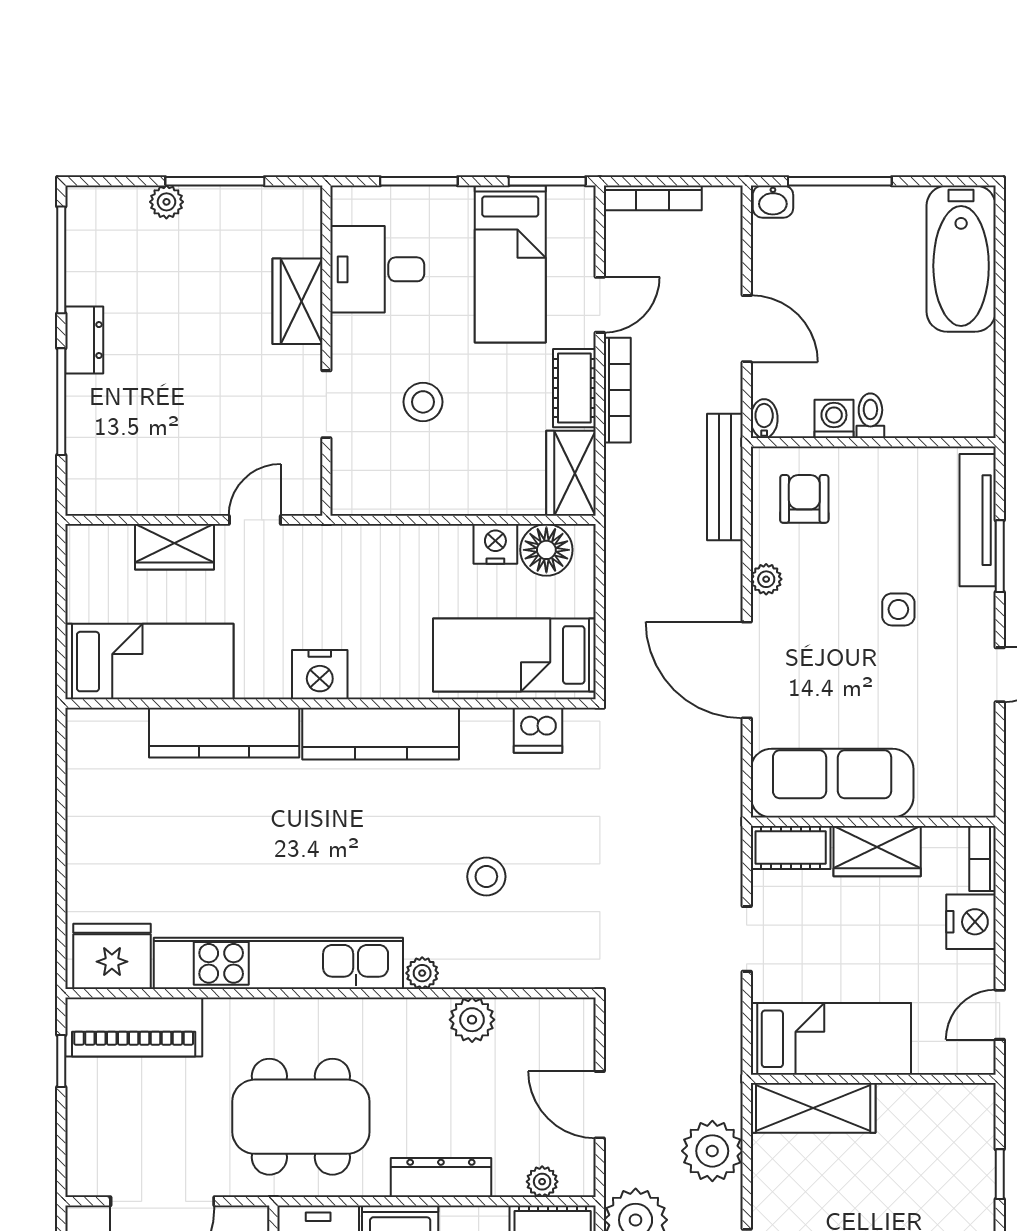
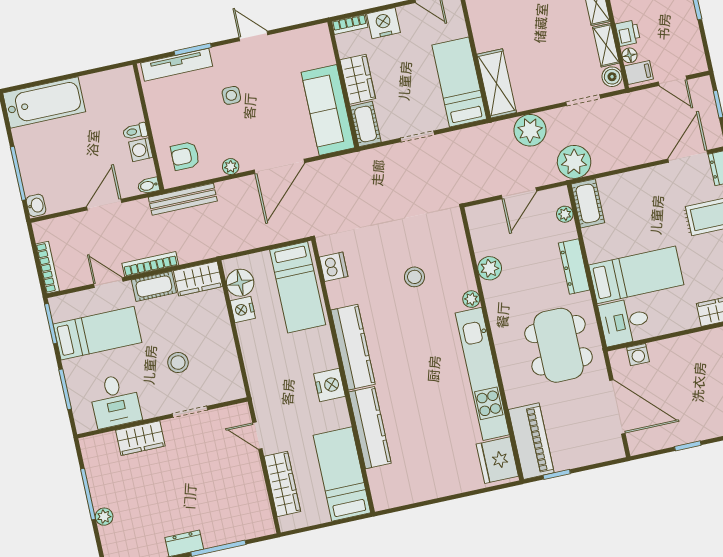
wardrobe: (175, 547) -> (282, 484), width x1.50

